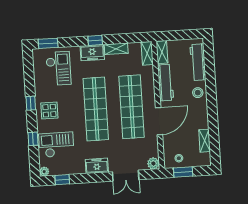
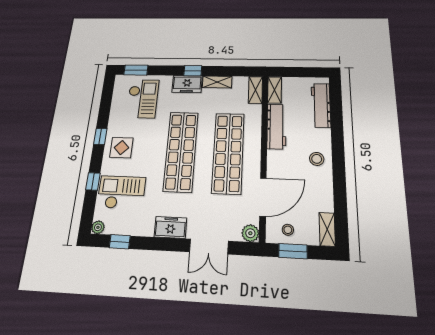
stool: (198, 93) -> (317, 159), moved
door: (159, 121) -> (263, 197), moved
shelving: (205, 141) -> (327, 229), moved

